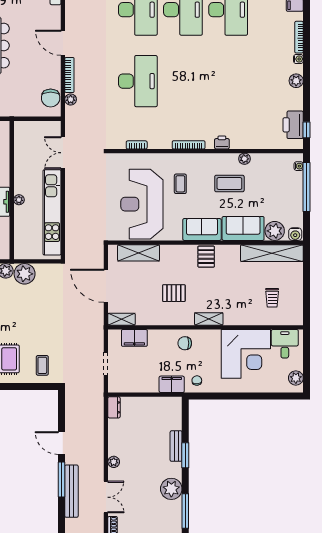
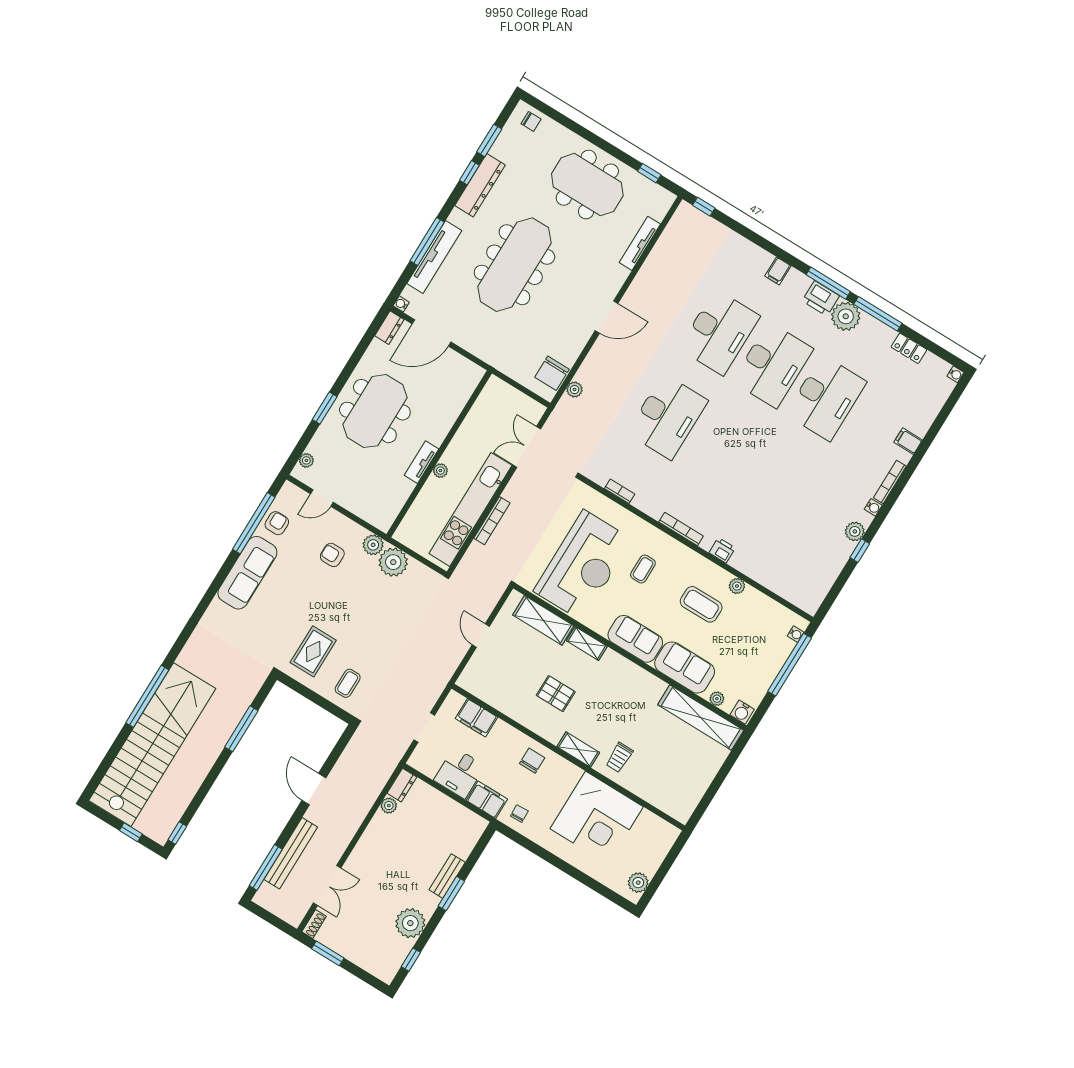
door: (63, 43) -> (607, 317), swing flipped
bookcase: (69, 75) -> (492, 521), moved
printer: (293, 125) -> (819, 581), removed
window: (306, 130) -> (860, 551), moved
reception desk: (142, 204) -> (583, 565), turned 180
plant: (275, 231) -> (717, 699), width x0.53, depth x0.53
pallet: (206, 257) -> (620, 674), removed
door: (106, 286) -> (481, 636), width x0.53
trolley: (272, 298) -> (619, 757), moved
shelving: (122, 319) -> (587, 644), moved
chair: (185, 343) -> (532, 761), turned 90
desk: (285, 344) -> (459, 773), moved, turned 180
plant: (114, 462) -> (389, 806), moved
window: (62, 479) -> (266, 867), moved
window: (185, 511) -> (411, 960), width x0.46

